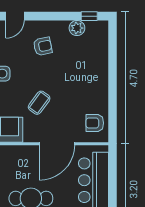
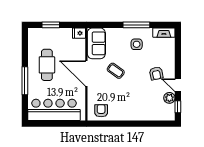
door: (15, 16) -> (178, 85), moved
door: (57, 144) -> (86, 73), moved

